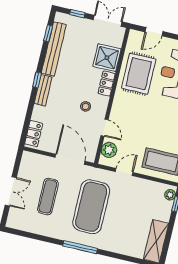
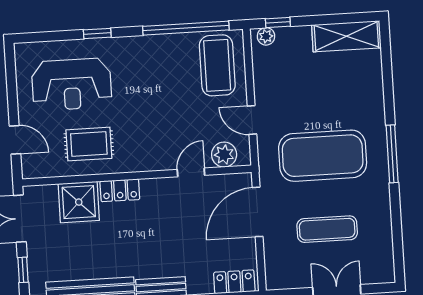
rug: (139, 74) -> (89, 144), width x0.73, depth x0.70
stool: (86, 106) -> (166, 213), removed

